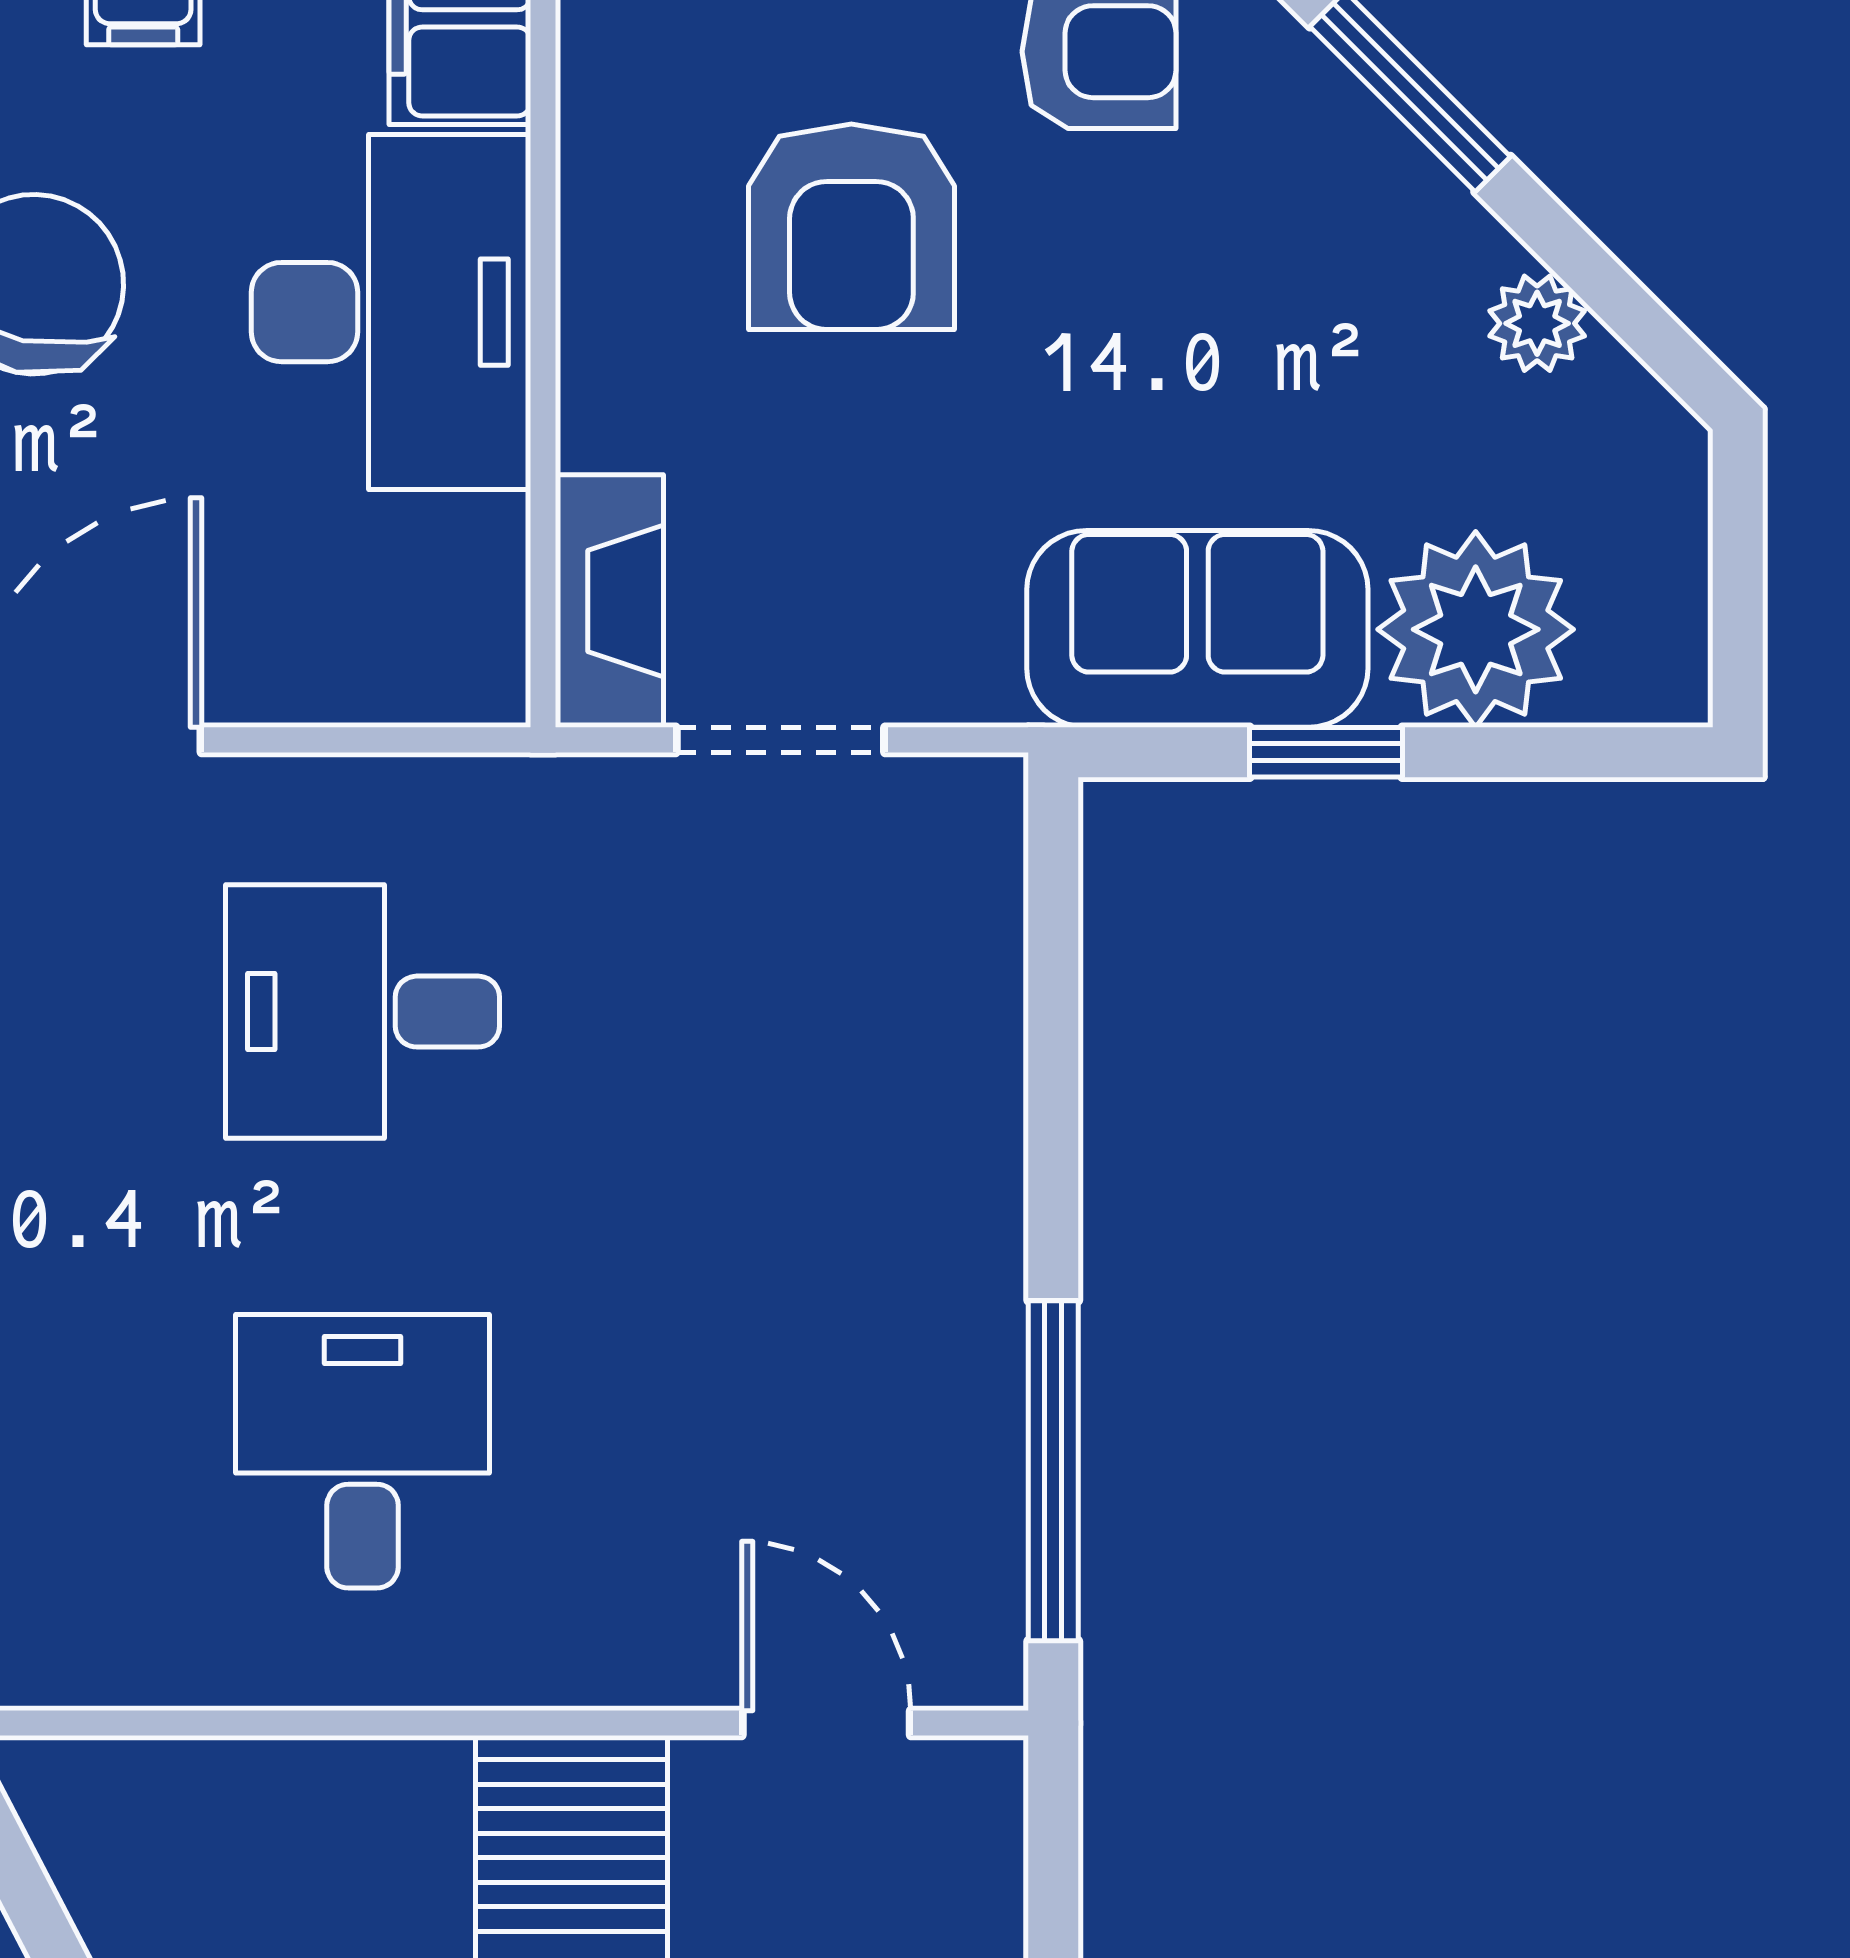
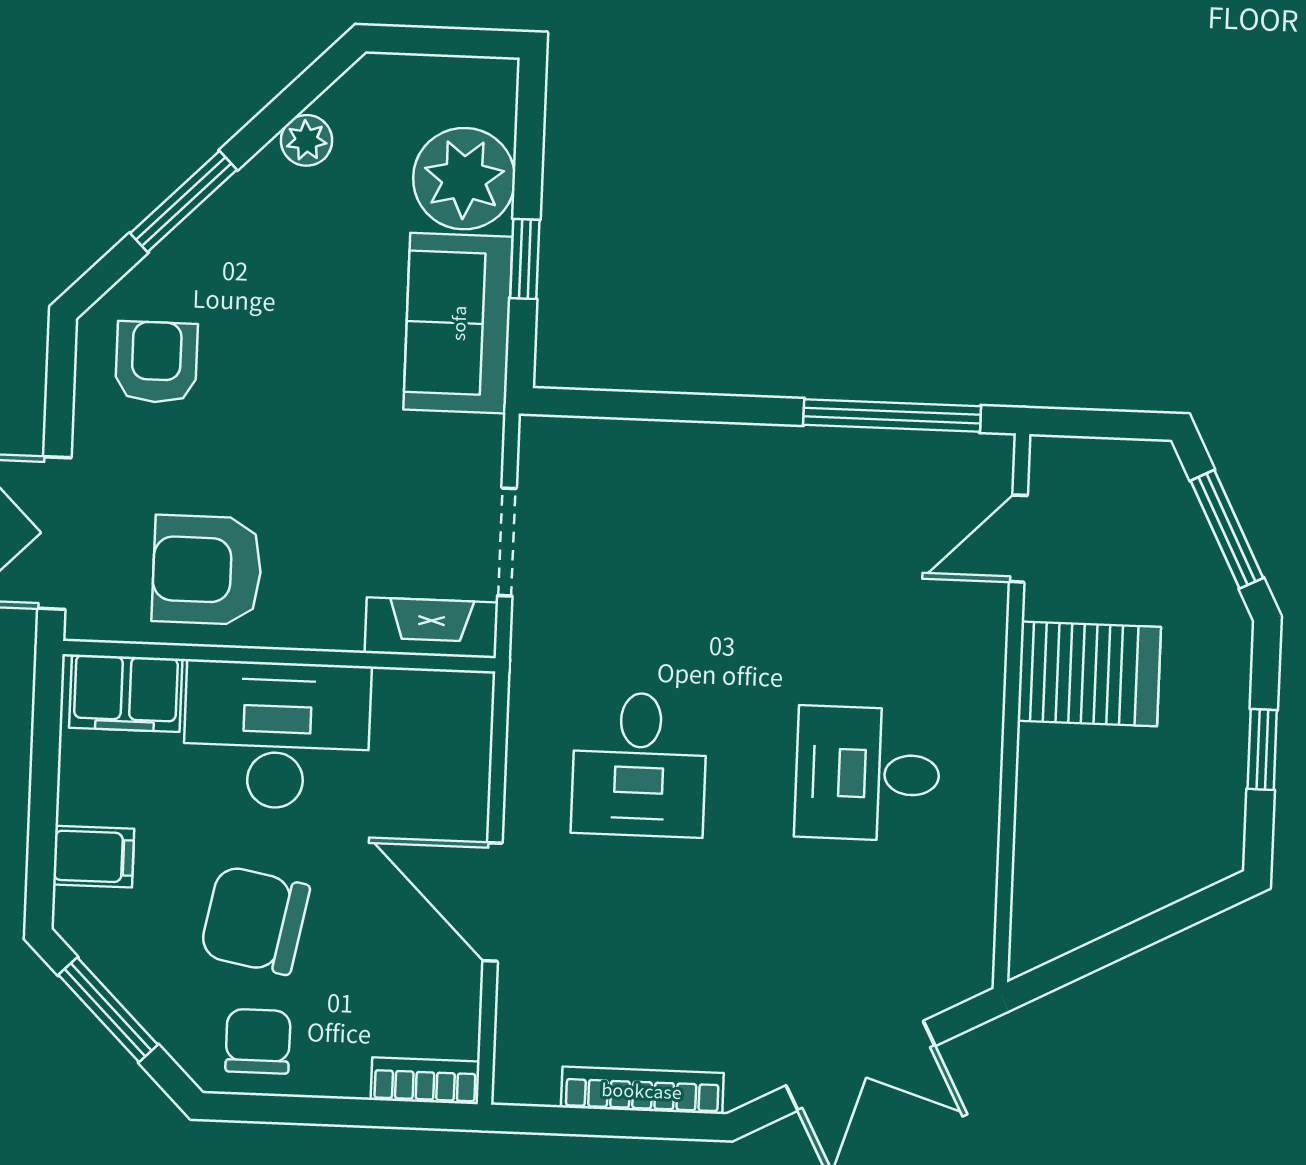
armchair: (851, 227) -> (207, 570), moved, turned 180

